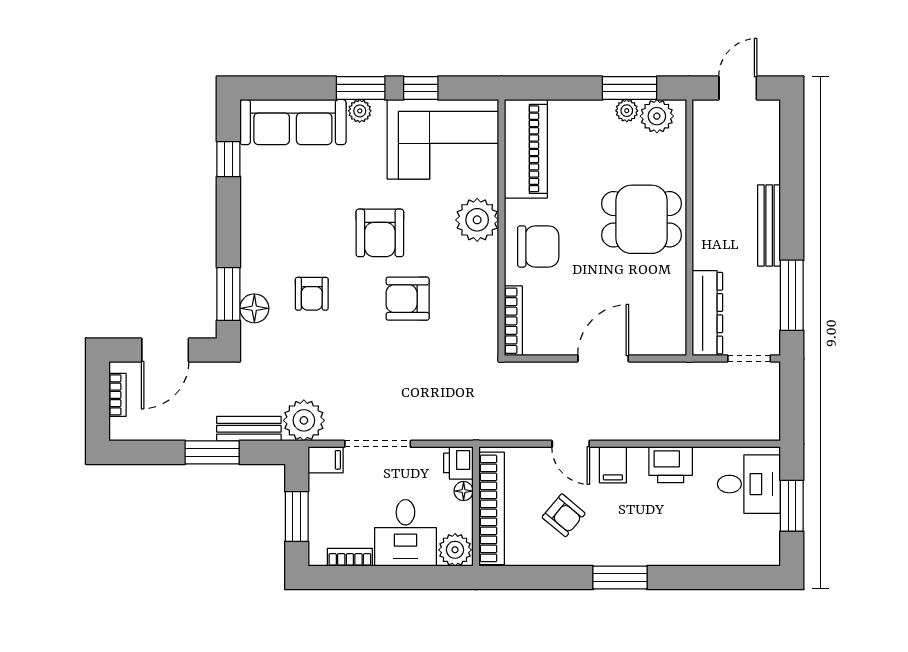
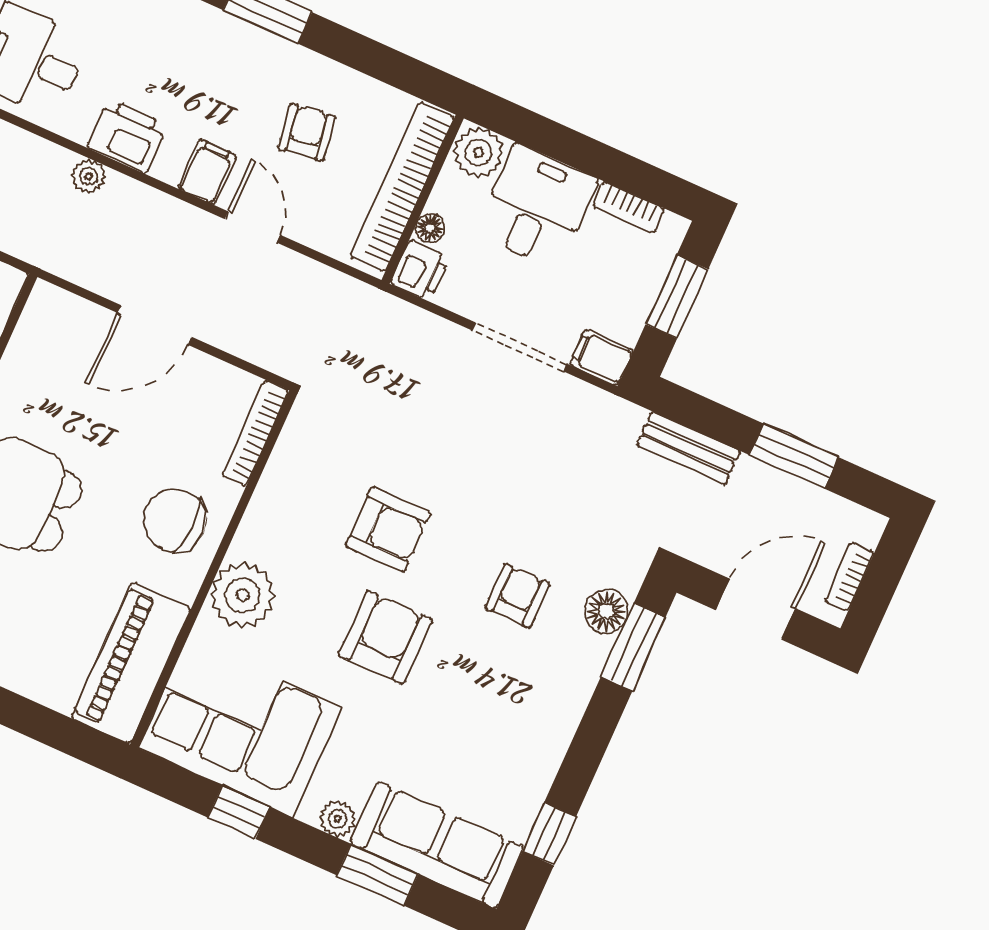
window: (361, 88) -> (377, 875), moved
plant: (304, 420) -> (89, 176), moved, width x0.53, depth x0.53
window: (212, 452) -> (794, 456), moved
armchair: (564, 515) -> (307, 132), turned 42

